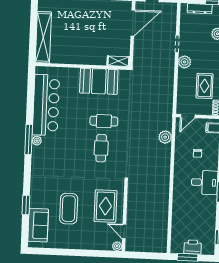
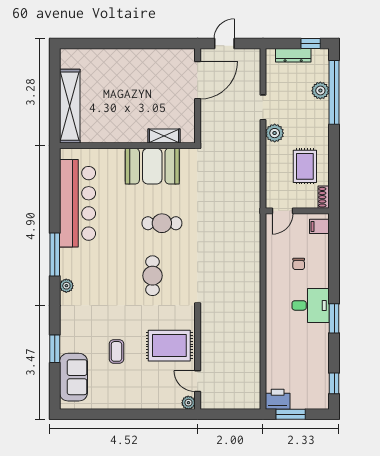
shelving: (118, 61) -> (164, 136), moved
plant: (165, 137) -> (251, 243), removed
plant: (37, 141) -> (66, 286), moved
cafe table: (101, 148) -> (153, 276), moved
rug: (105, 206) -> (169, 346), turned 90
coffee table: (69, 209) -> (116, 351), width x0.54, depth x0.58
printer: (193, 247) -> (278, 399), moved

